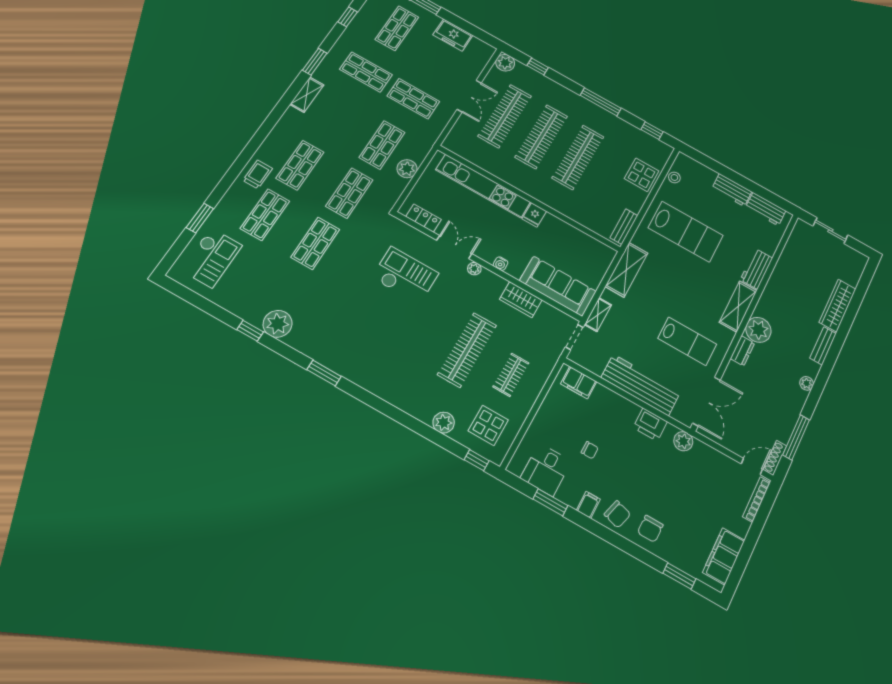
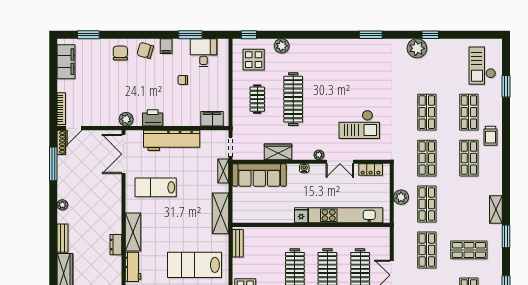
shop shelf: (413, 99) -> (427, 250), turned 90
plant: (758, 330) -> (112, 223), removed
dresser: (742, 351) -> (116, 245), moved

